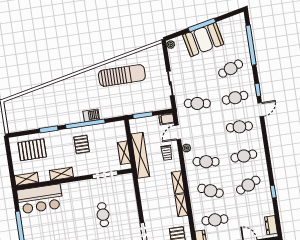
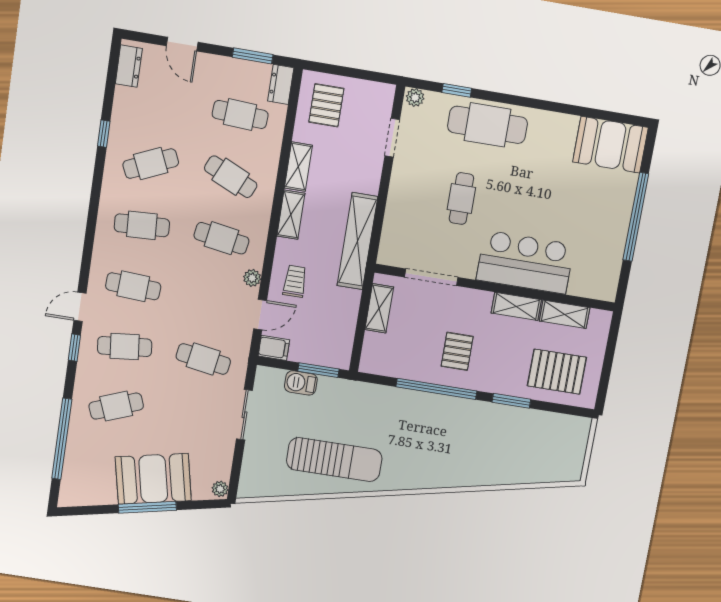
sun lounger: (122, 75) -> (334, 460), turned 180
barbecue: (91, 115) -> (301, 383), moved
shelving: (140, 155) -> (357, 241), moved
shelving: (26, 179) -> (565, 314), moved
bar counter: (40, 199) -> (525, 262), moved

